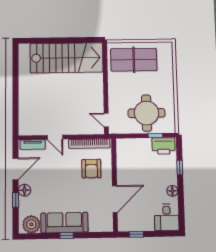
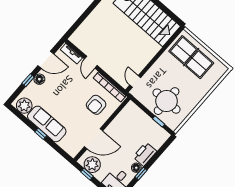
printer: (164, 146) -> (145, 154), moved, turned 90
window: (180, 168) -> (141, 174), moved
plant: (134, 222) -> (92, 165), added

